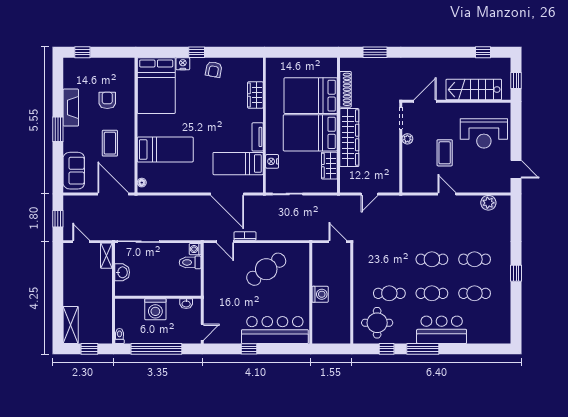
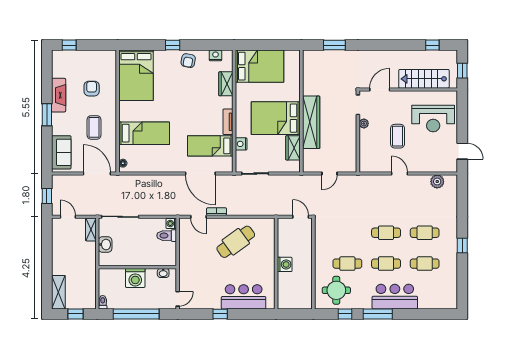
nightstand: (183, 64) -> (215, 55), moved
shoe rack: (345, 89) -> (308, 79), removed
bed: (311, 96) -> (259, 66), moved, turned 180
bar counter: (275, 330) -> (244, 297), width x0.73

